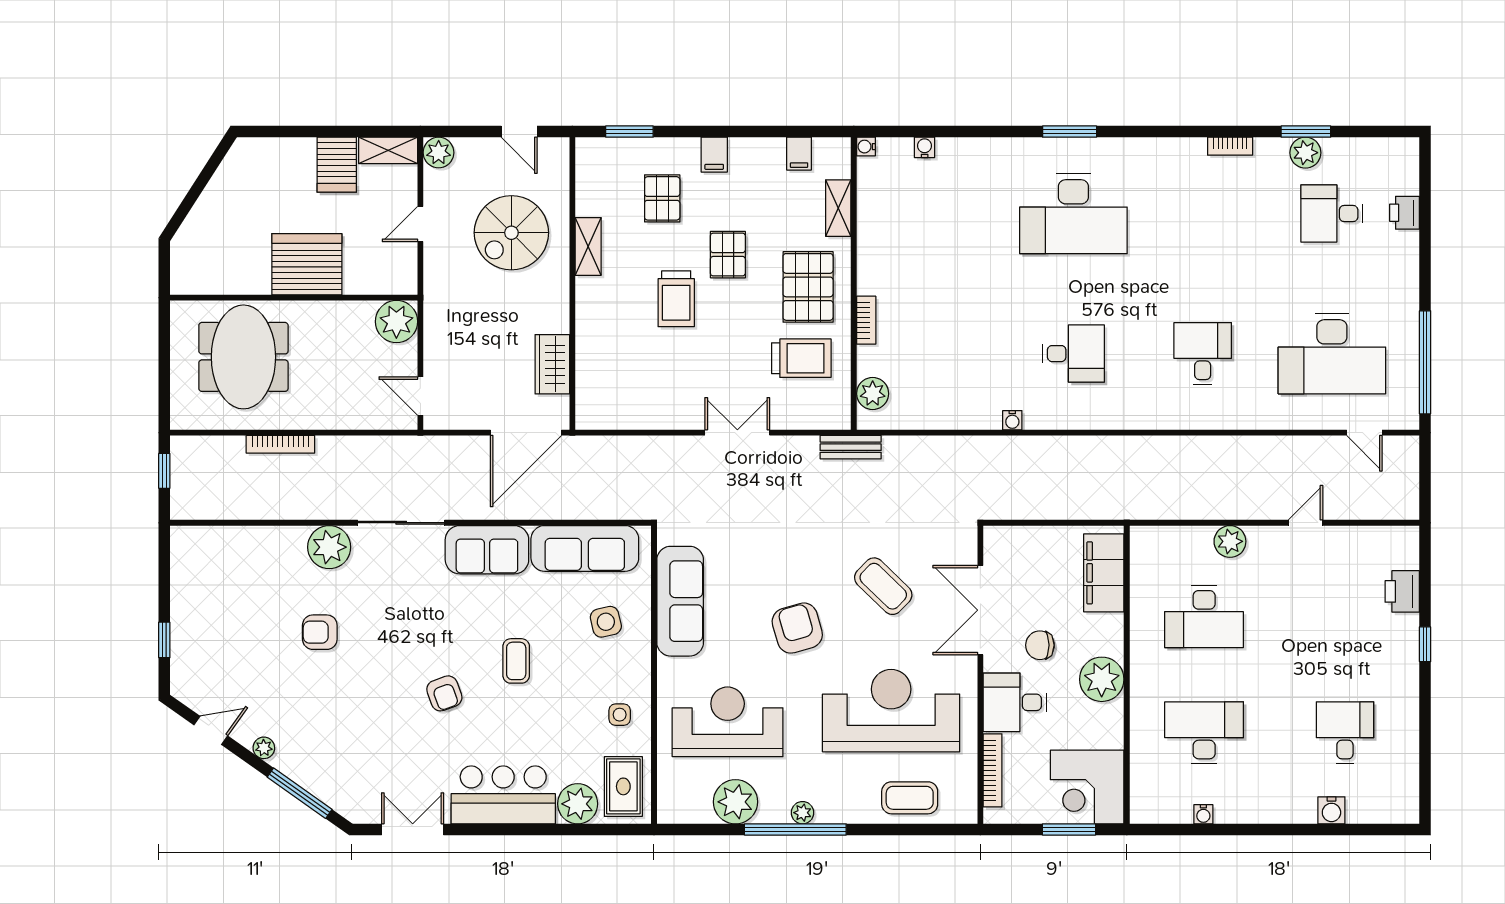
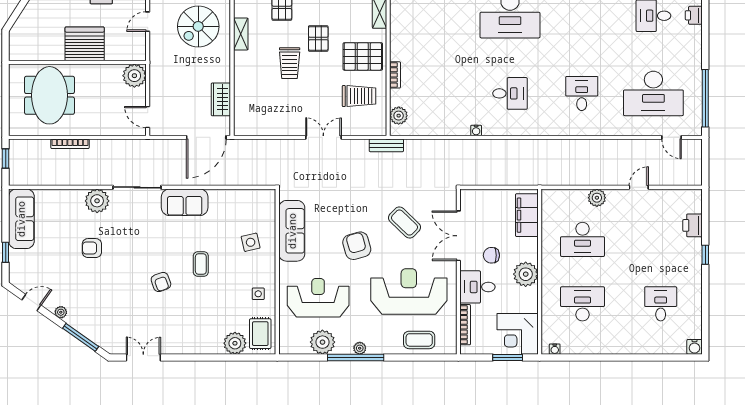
pallet: (808, 287) -> (363, 56), turned 90
sofa: (585, 548) -> (21, 219), moved, turned -90
bar counter: (503, 795) -> (194, 338), removed
water cooler: (1331, 810) -> (694, 347), moved
water cooler: (1203, 814) -> (555, 349), moved

